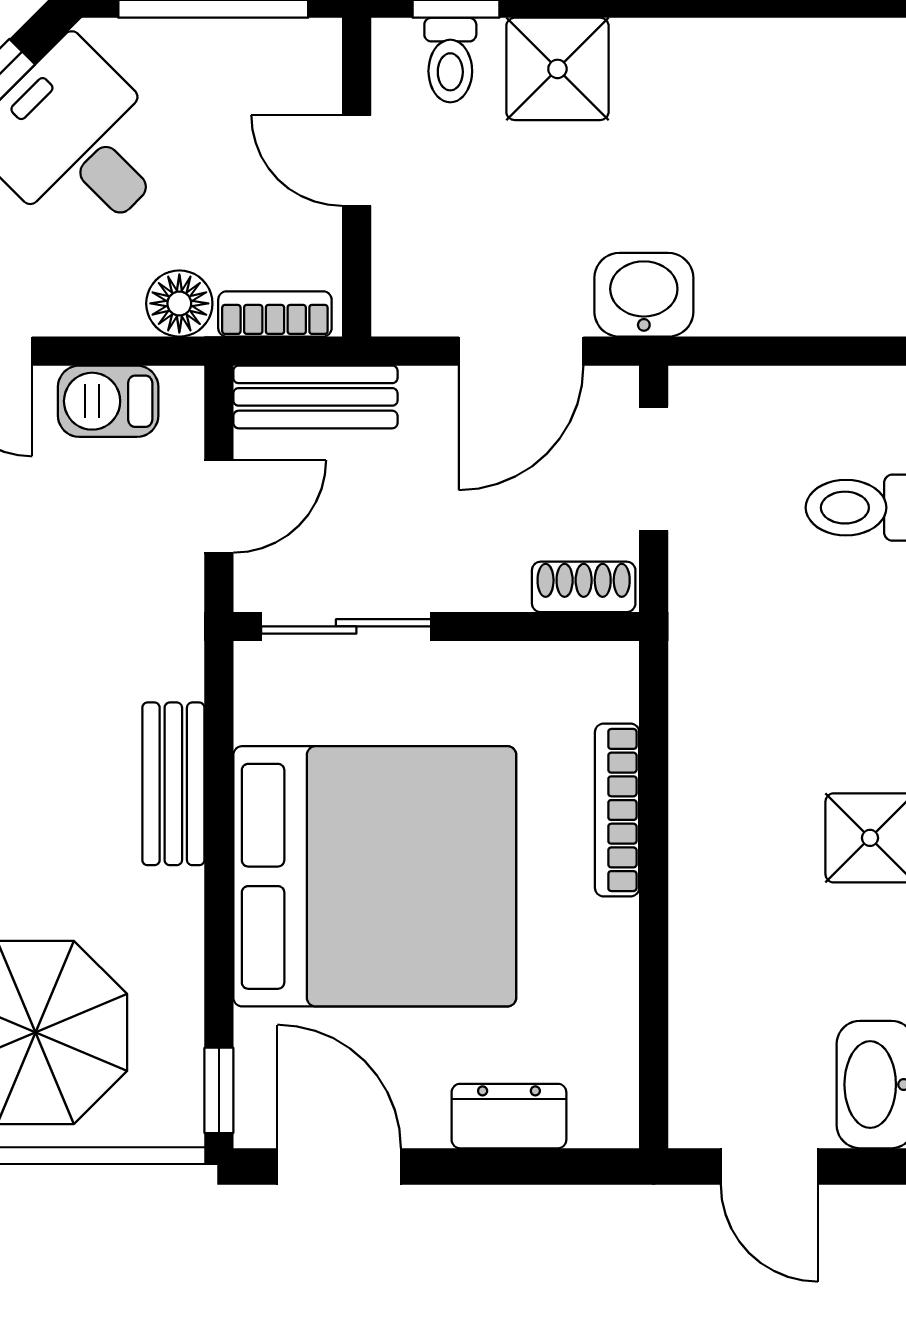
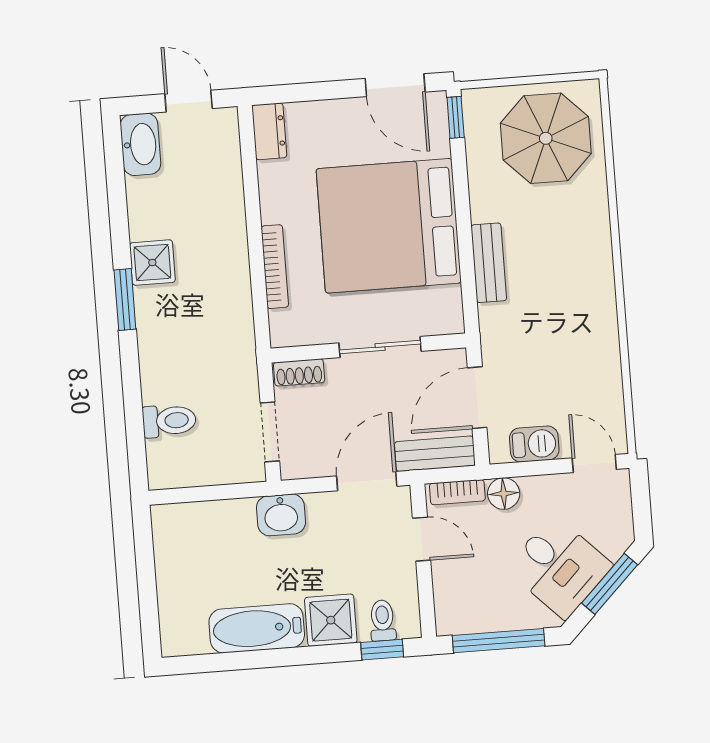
bathtub: (712, 64) -> (257, 628), added
door: (357, 160) -> (422, 539), moved
door: (521, 351) -> (367, 481), moved
door: (219, 506) -> (477, 398), width x1.38
sliding door: (346, 626) -> (380, 347), moved
dresser: (509, 1116) -> (269, 131), moved, turned -90

